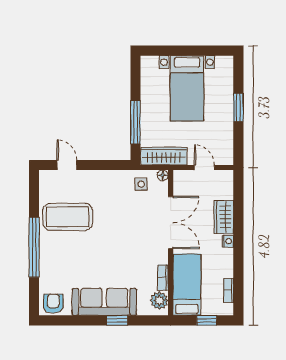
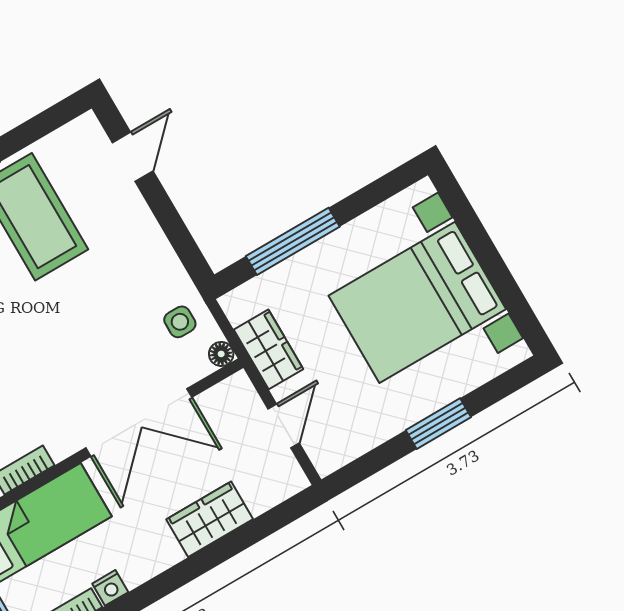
bed with nightstands: (187, 88) -> (417, 302), width x1.36
wardrobe: (164, 156) -> (268, 349), width x0.67
nightstand: (228, 241) -> (110, 588), moved

